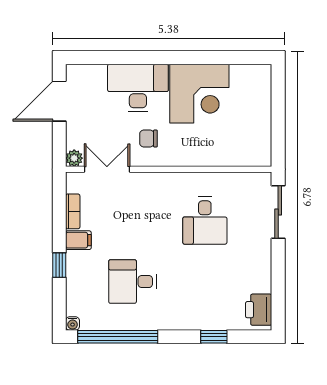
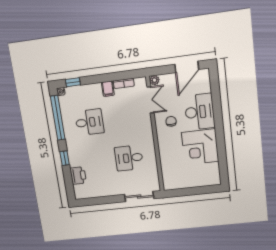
door: (59, 101) -> (187, 67), swing flipped
window: (59, 265) -> (73, 82), moved
desk: (132, 282) -> (89, 122), turned 90
printer: (259, 310) -> (78, 176), moved, turned 90
window: (214, 337) -> (65, 158), moved

